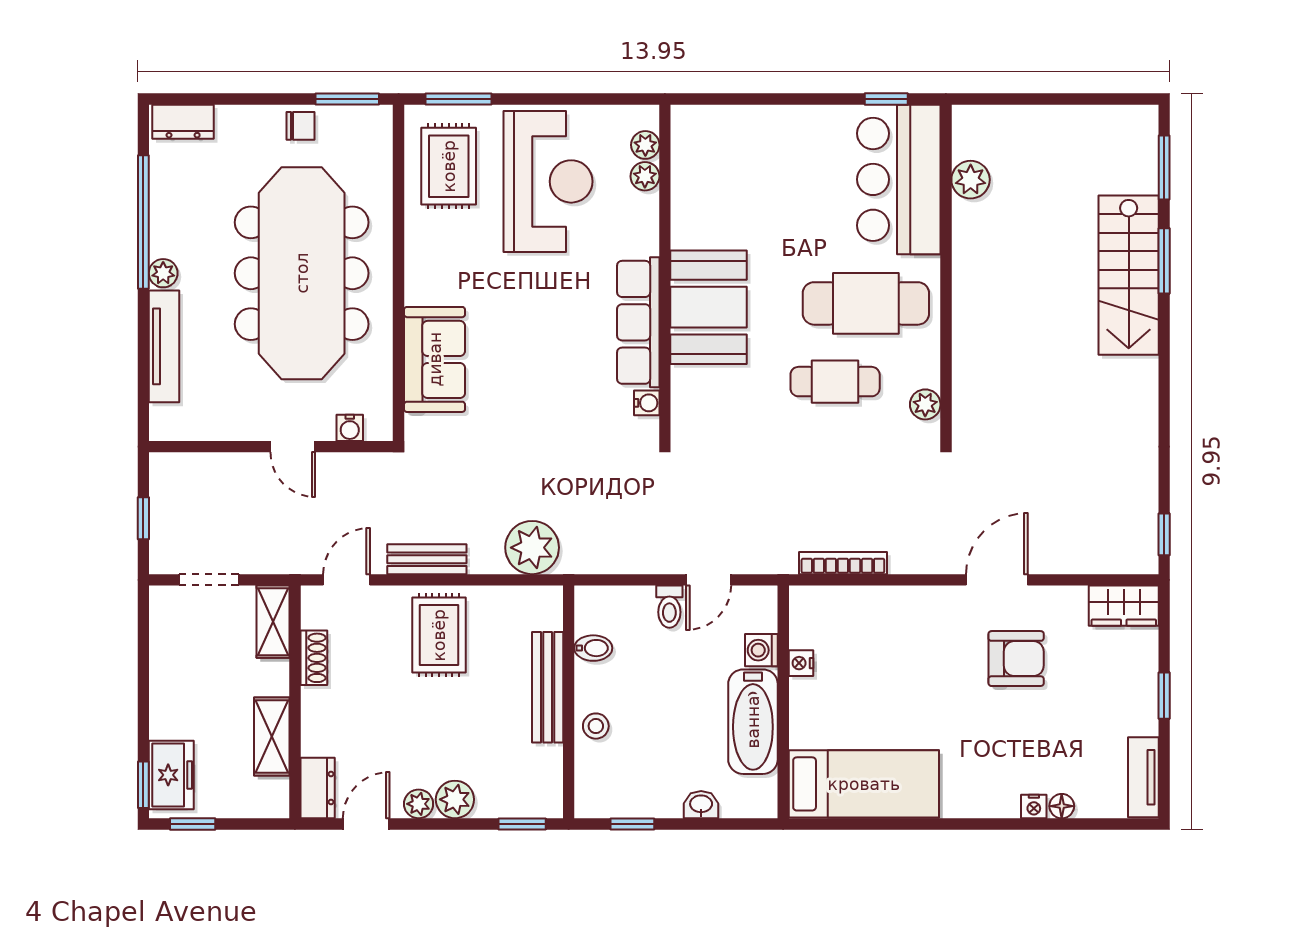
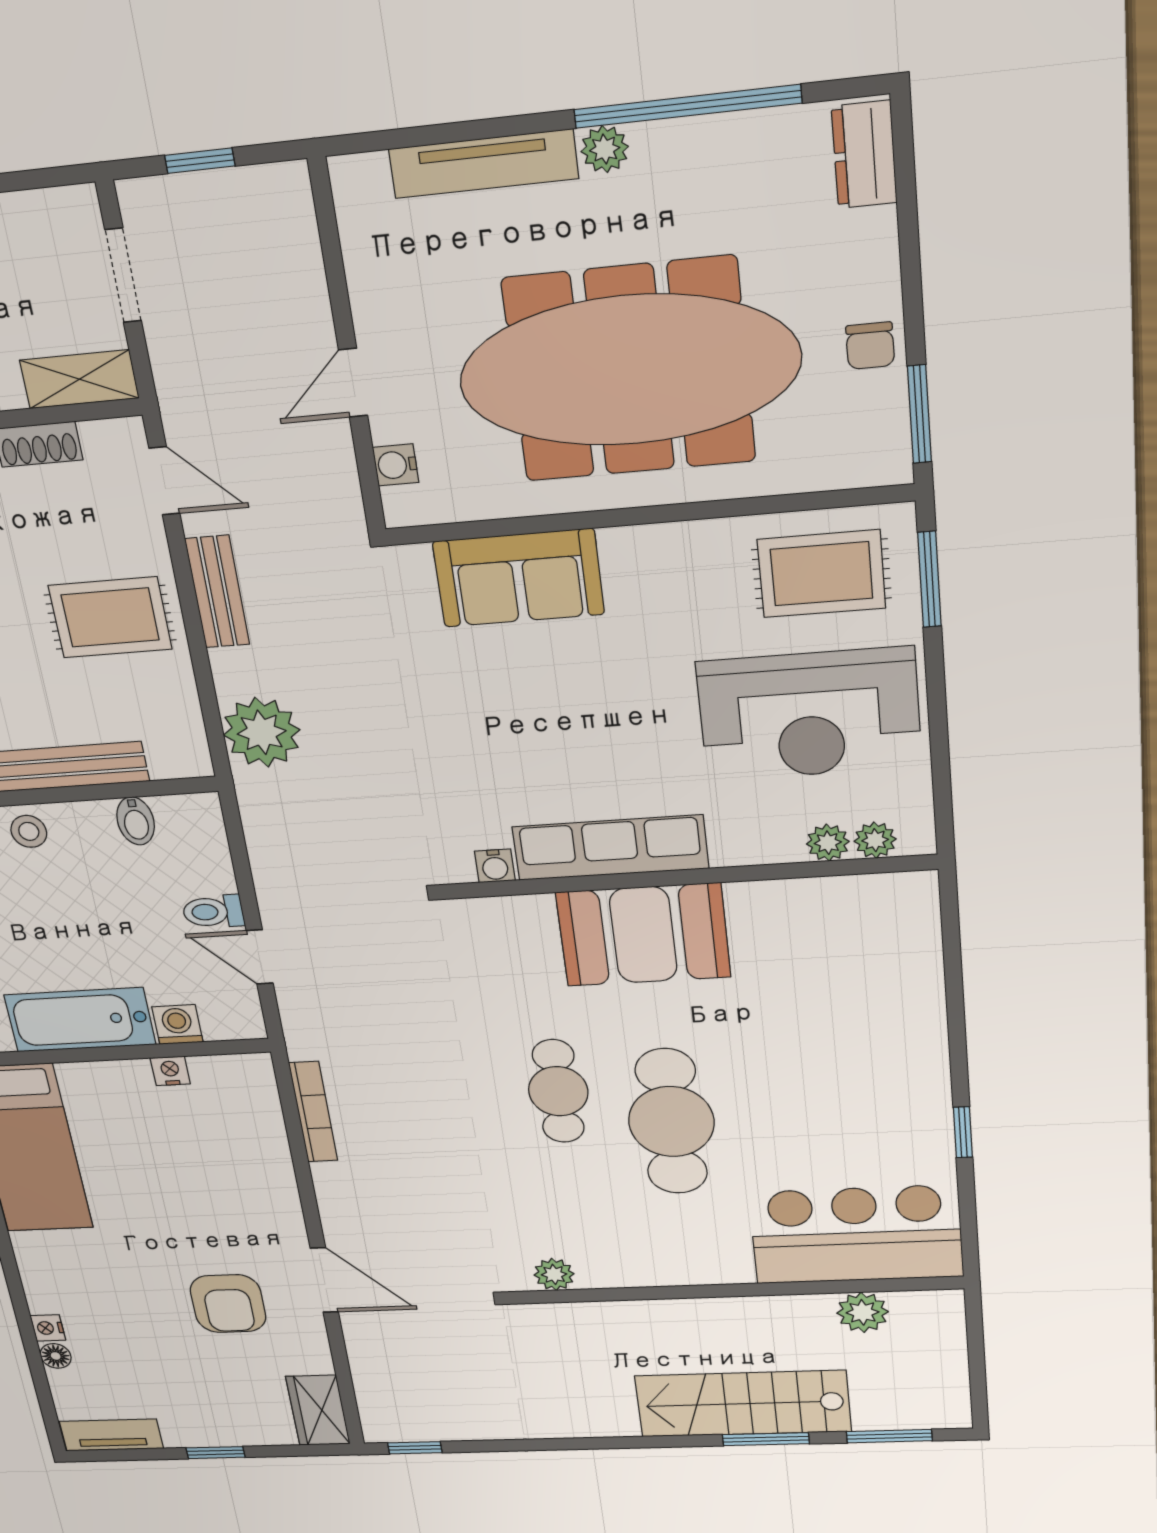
bar counter: (899, 179) -> (856, 1235), moved
plant: (971, 180) -> (863, 1312), moved
wall: (946, 273) -> (733, 1290), moved
plant: (925, 404) -> (554, 1274), moved

